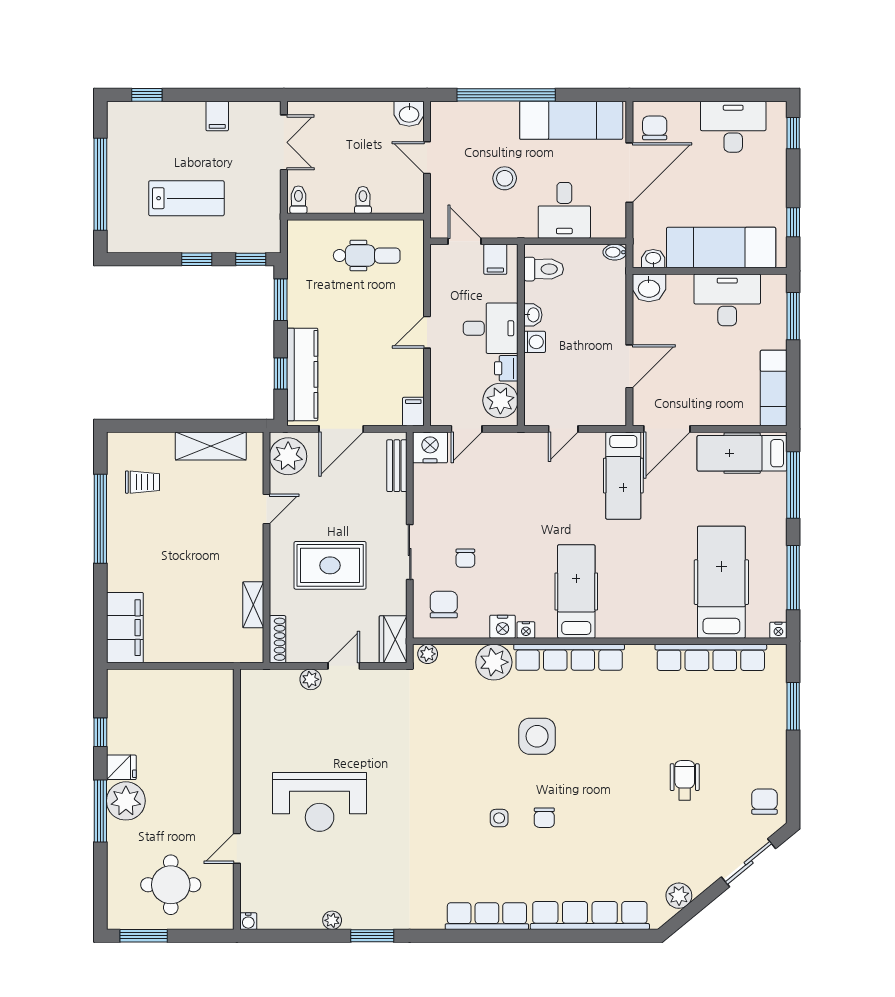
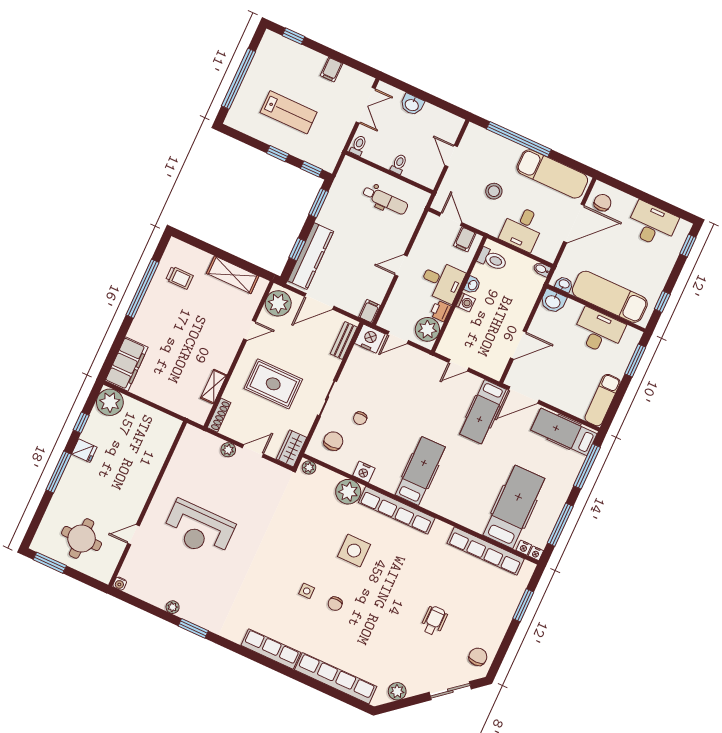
washbasin: (409, 114) -> (412, 105), moved
nightstand: (526, 630) -> (524, 548), moved
plant: (126, 801) -> (110, 402), moved

